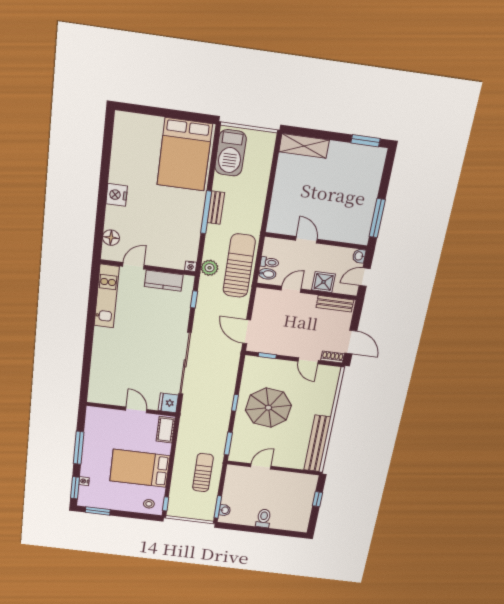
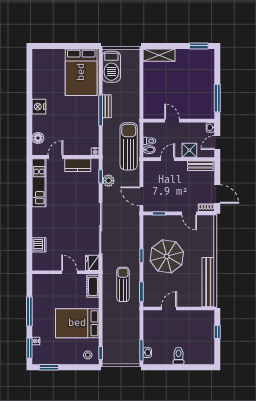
plant: (210, 268) -> (108, 181), moved
dishwasher: (99, 373) -> (39, 245), added
sun lounger: (203, 473) -> (123, 284), moved

